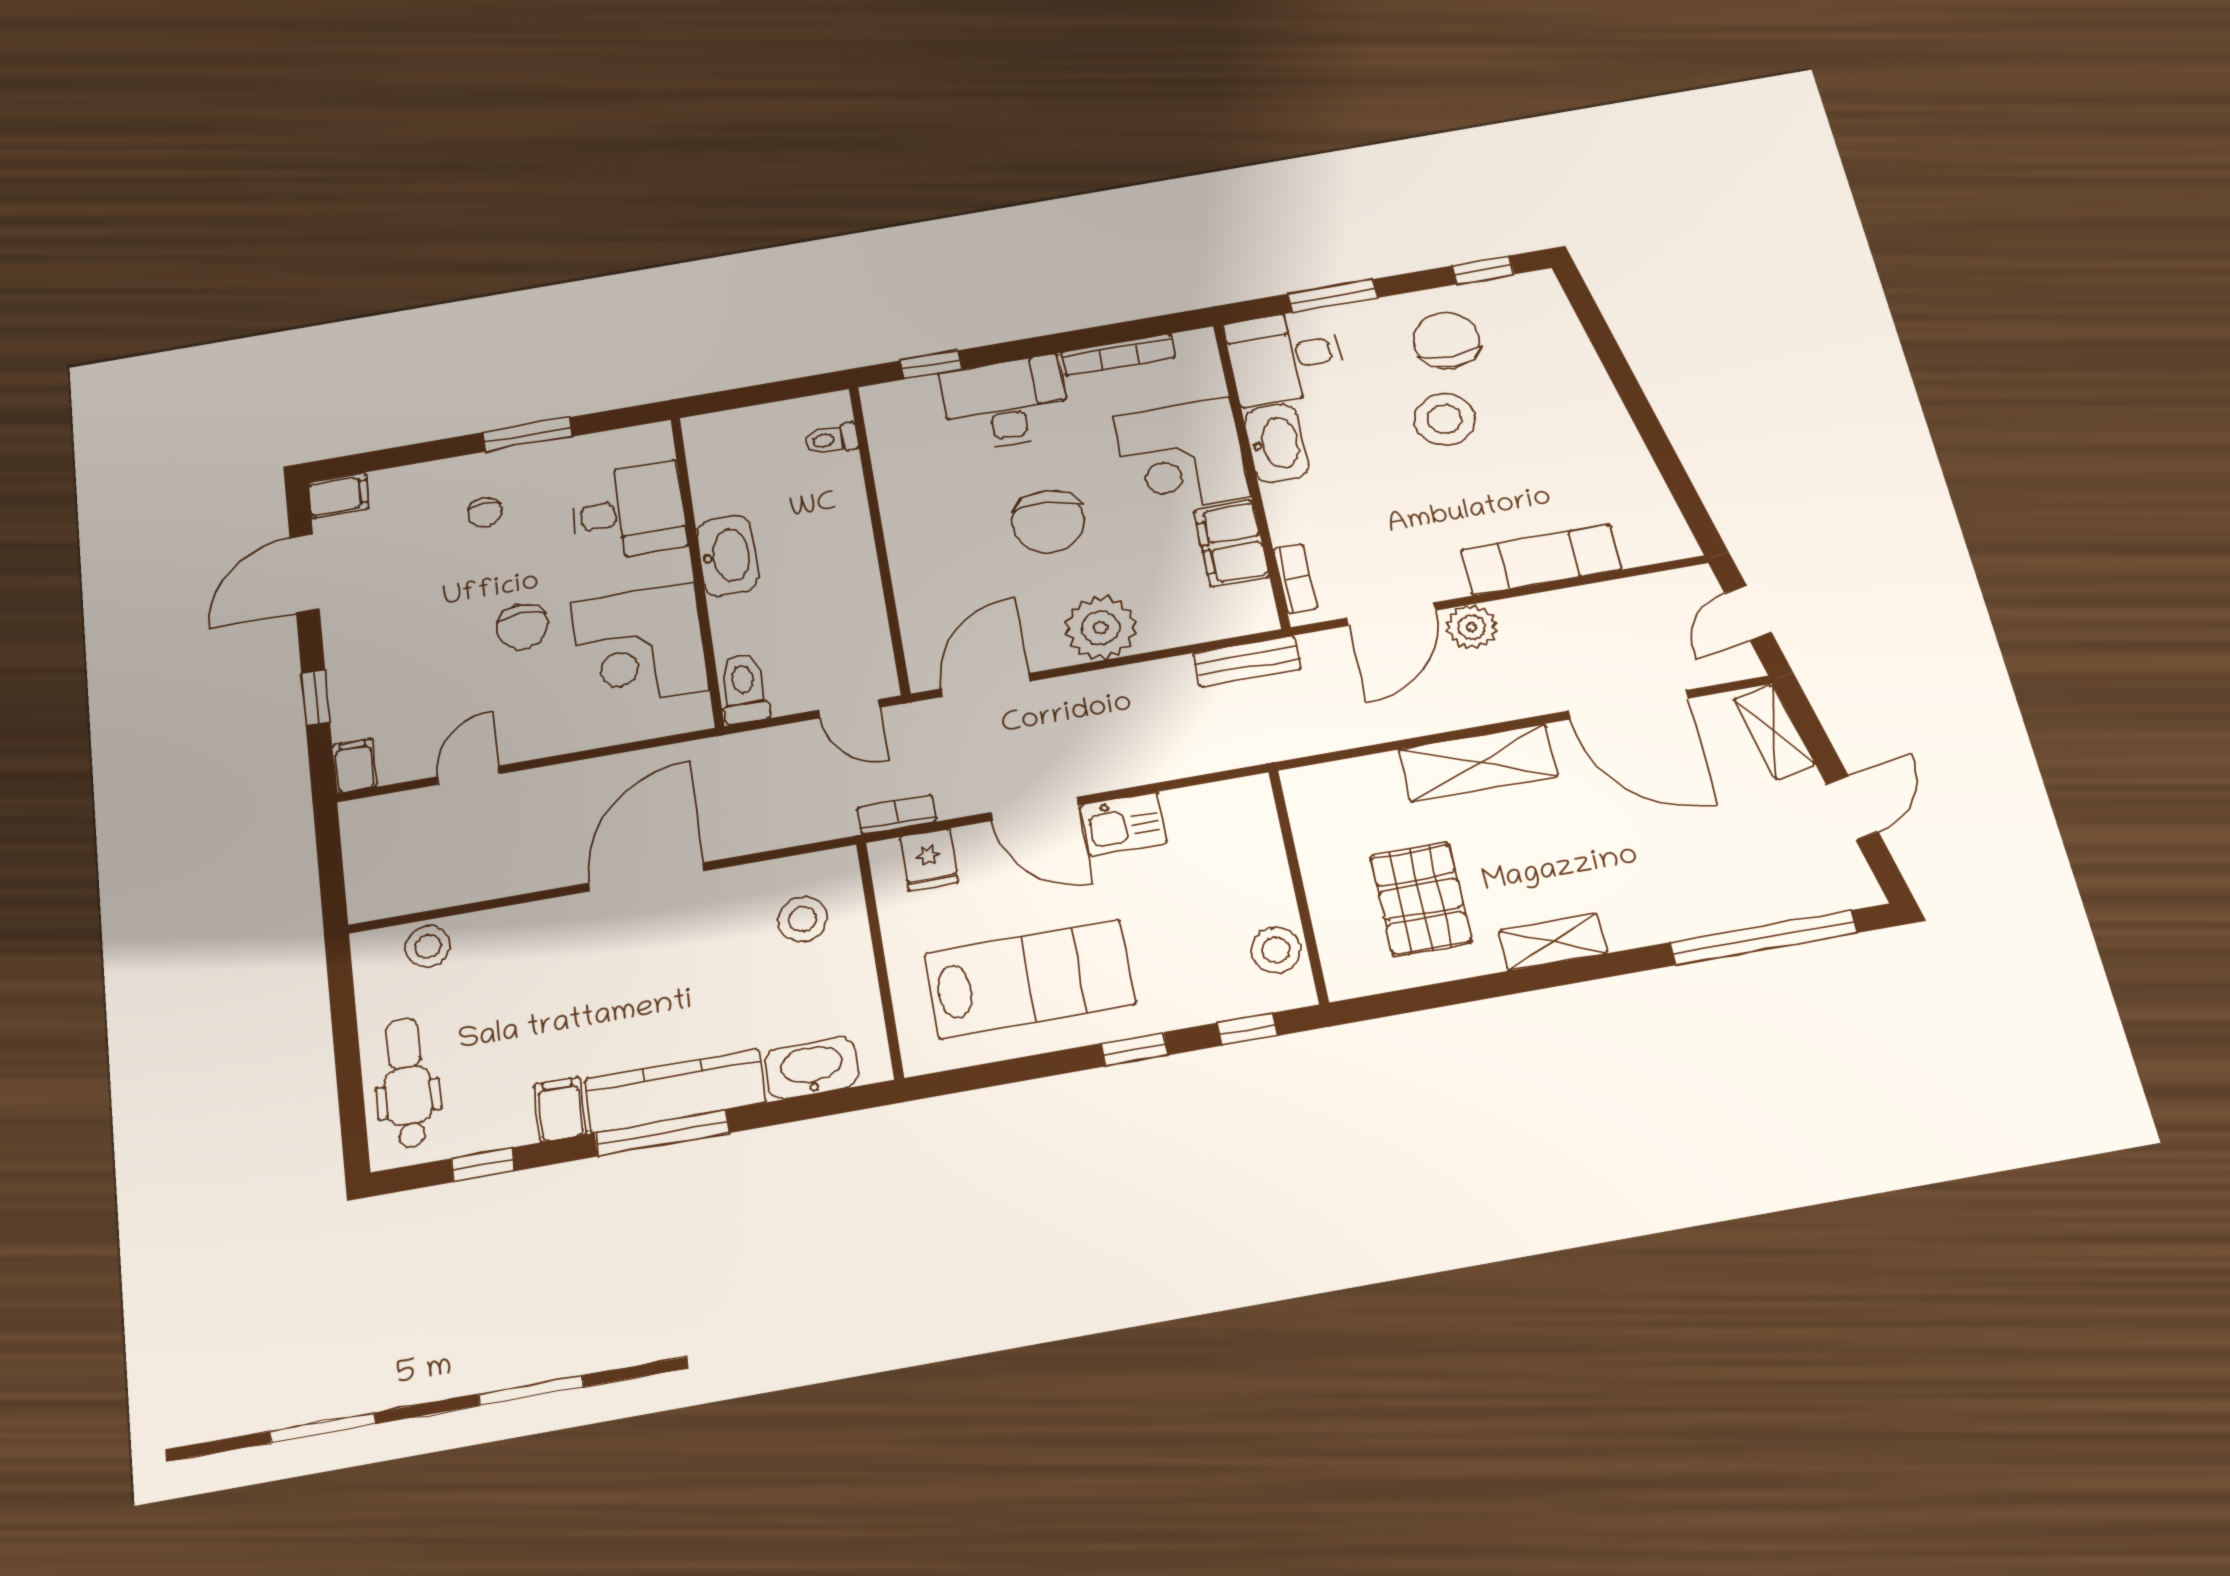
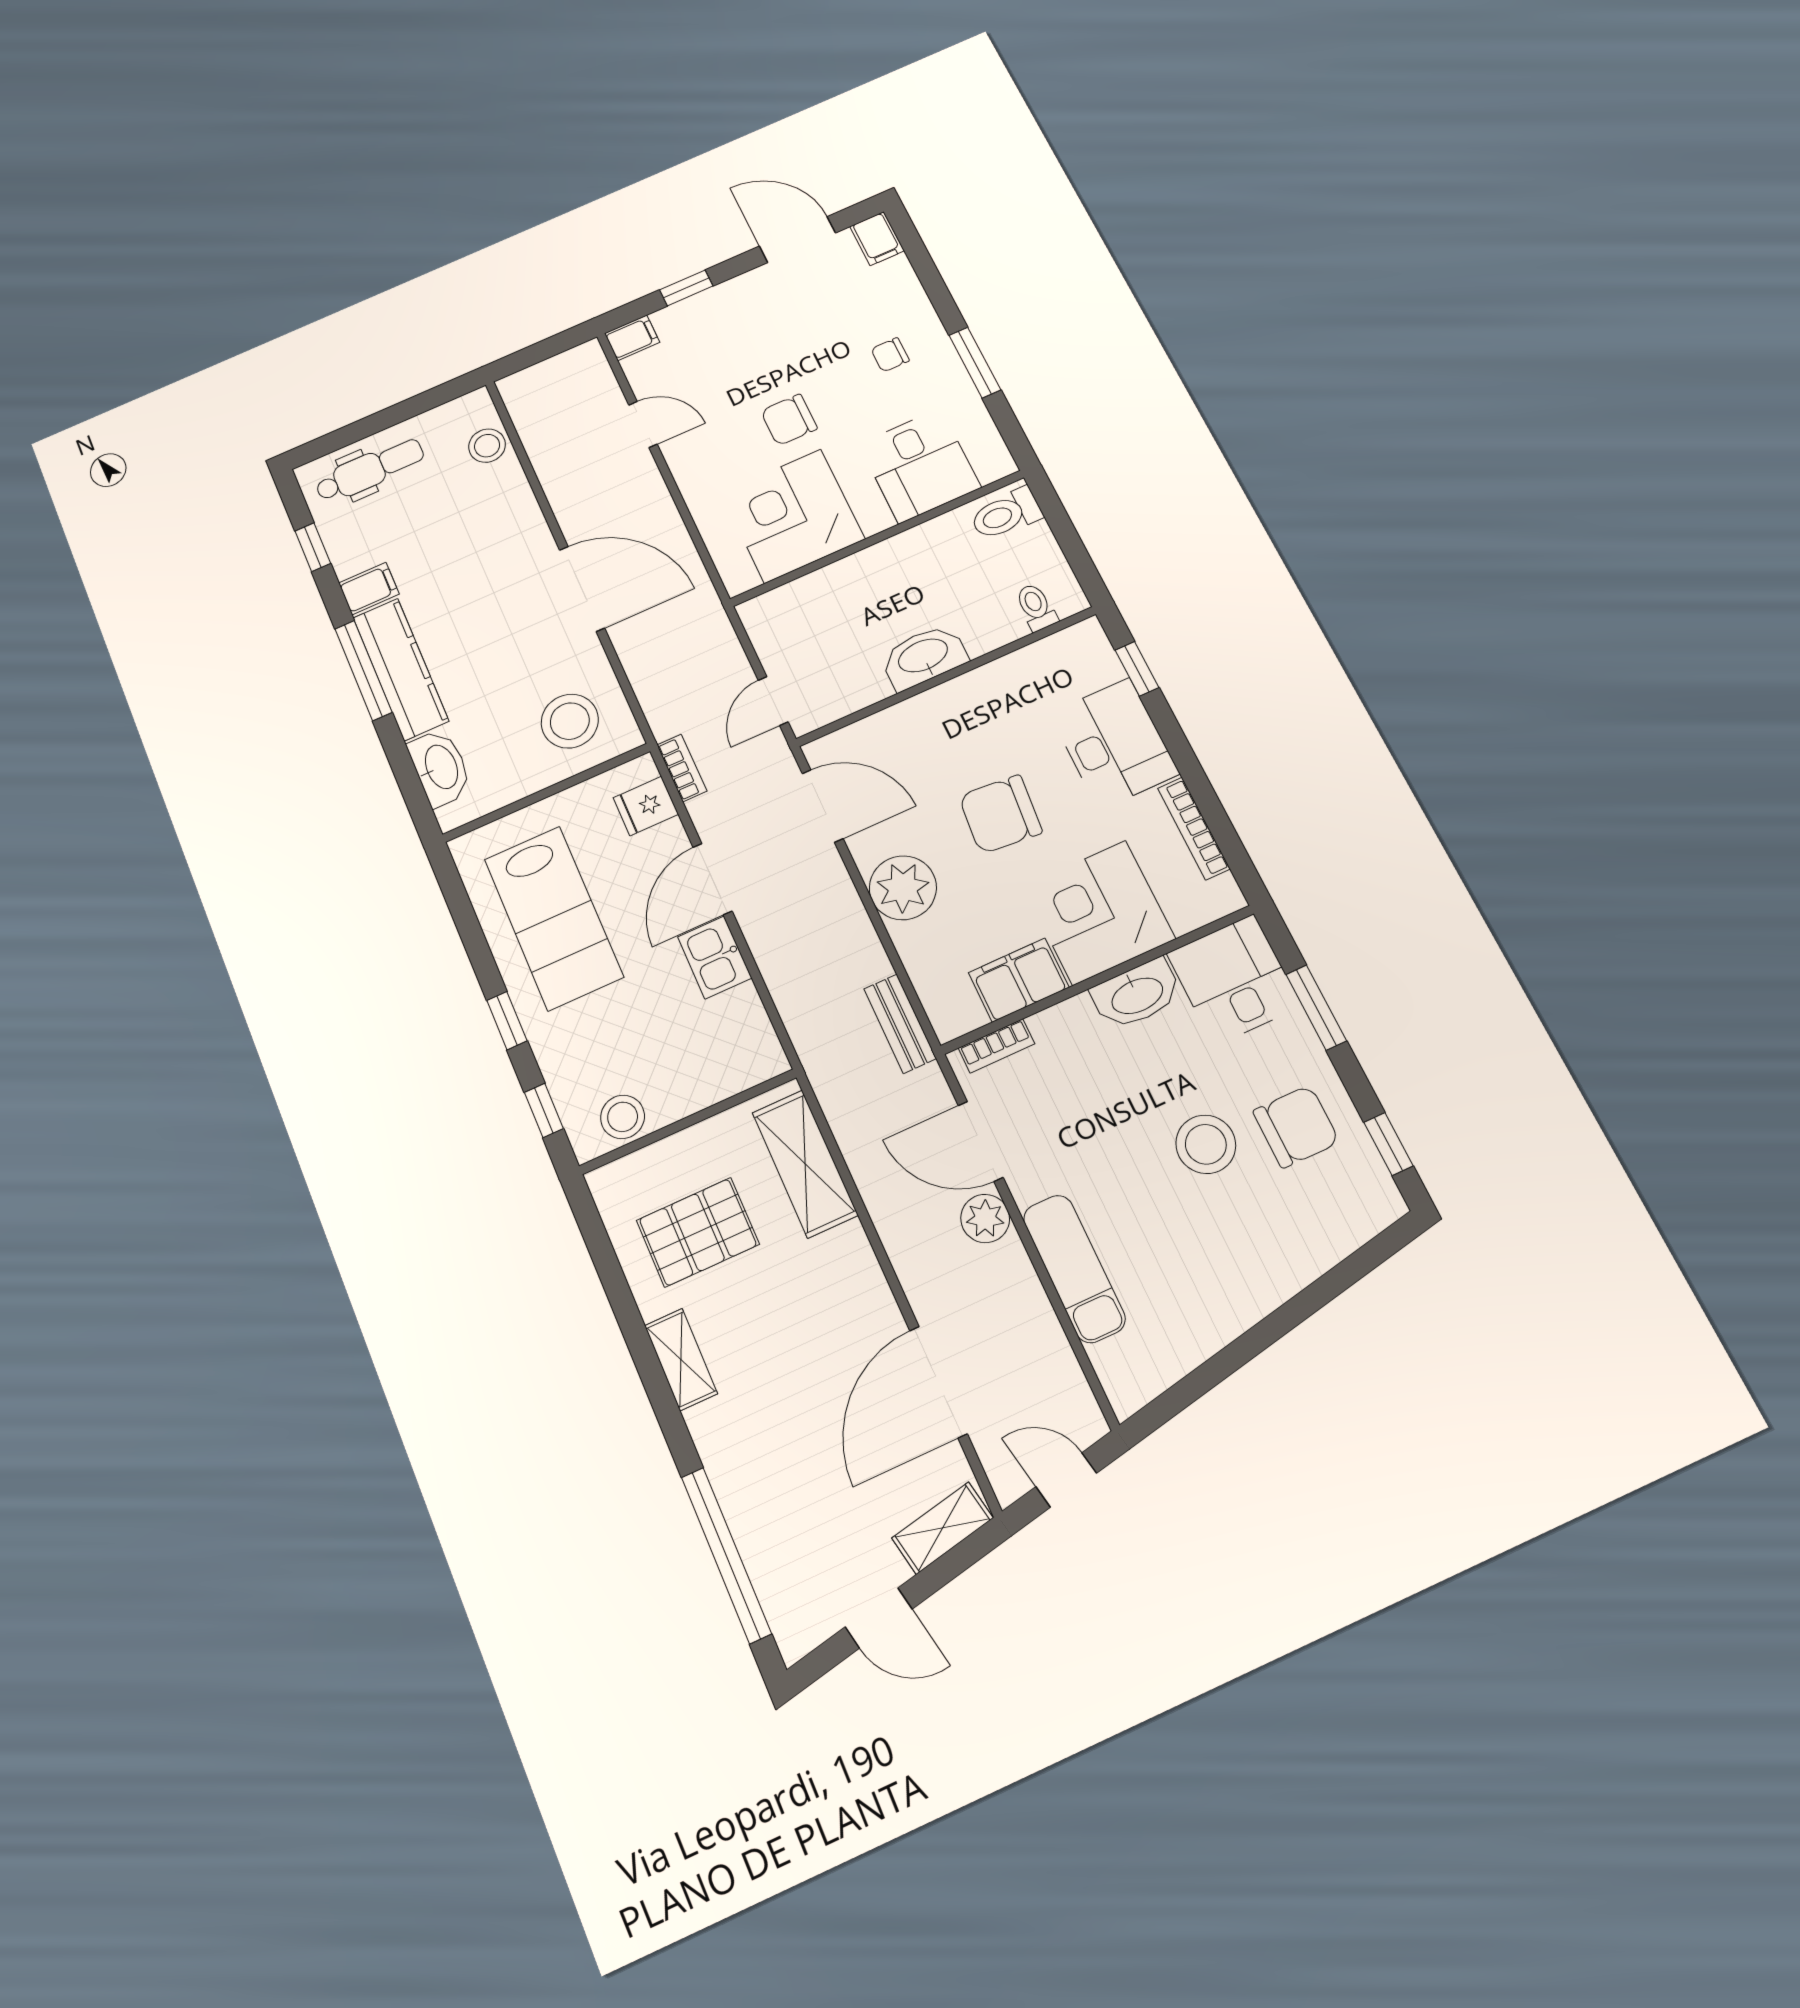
washbasin: (727, 556) -> (924, 657), moved, turned 180
toilet: (744, 689) -> (1006, 514), moved, turned 180
shelving: (1478, 763) -> (805, 1164), moved
stool: (802, 919) -> (570, 721), width x1.38, depth x1.38

